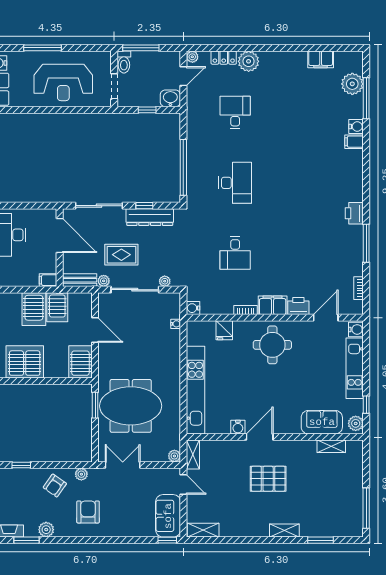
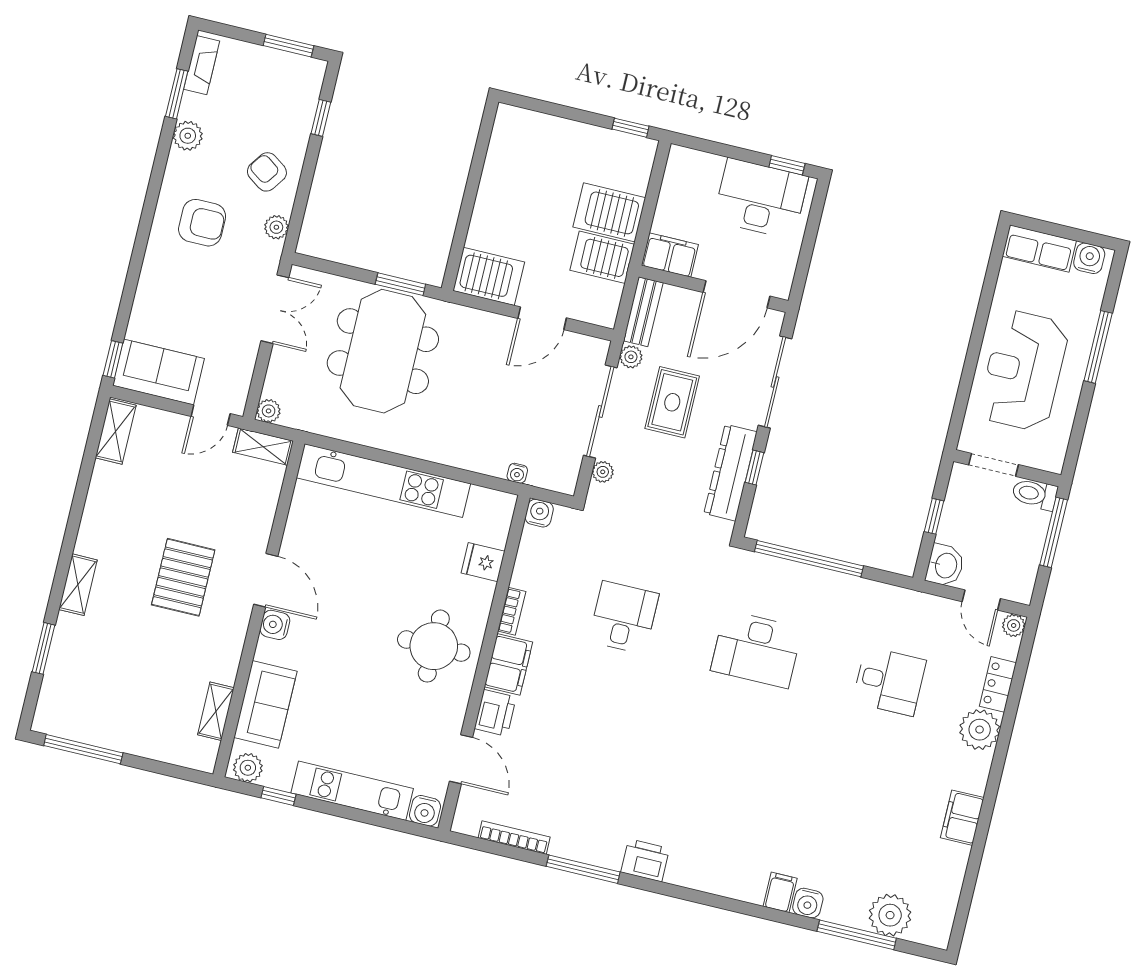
filing cabinet: (321, 59) -> (962, 818), moved
desk: (235, 253) -> (624, 617), turned 90
filing cabinet: (48, 280) -> (670, 255), width x2.00
bookcase: (359, 288) -> (514, 837), width x1.56
server rack: (25, 362) -> (514, 171), removed
water cooler: (238, 427) -> (275, 625), moved

